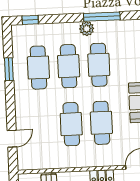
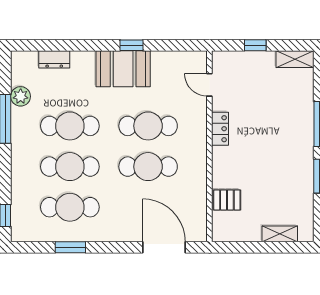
plant: (87, 29) -> (21, 96), moved
door: (12, 139) -> (164, 247), width x1.88

